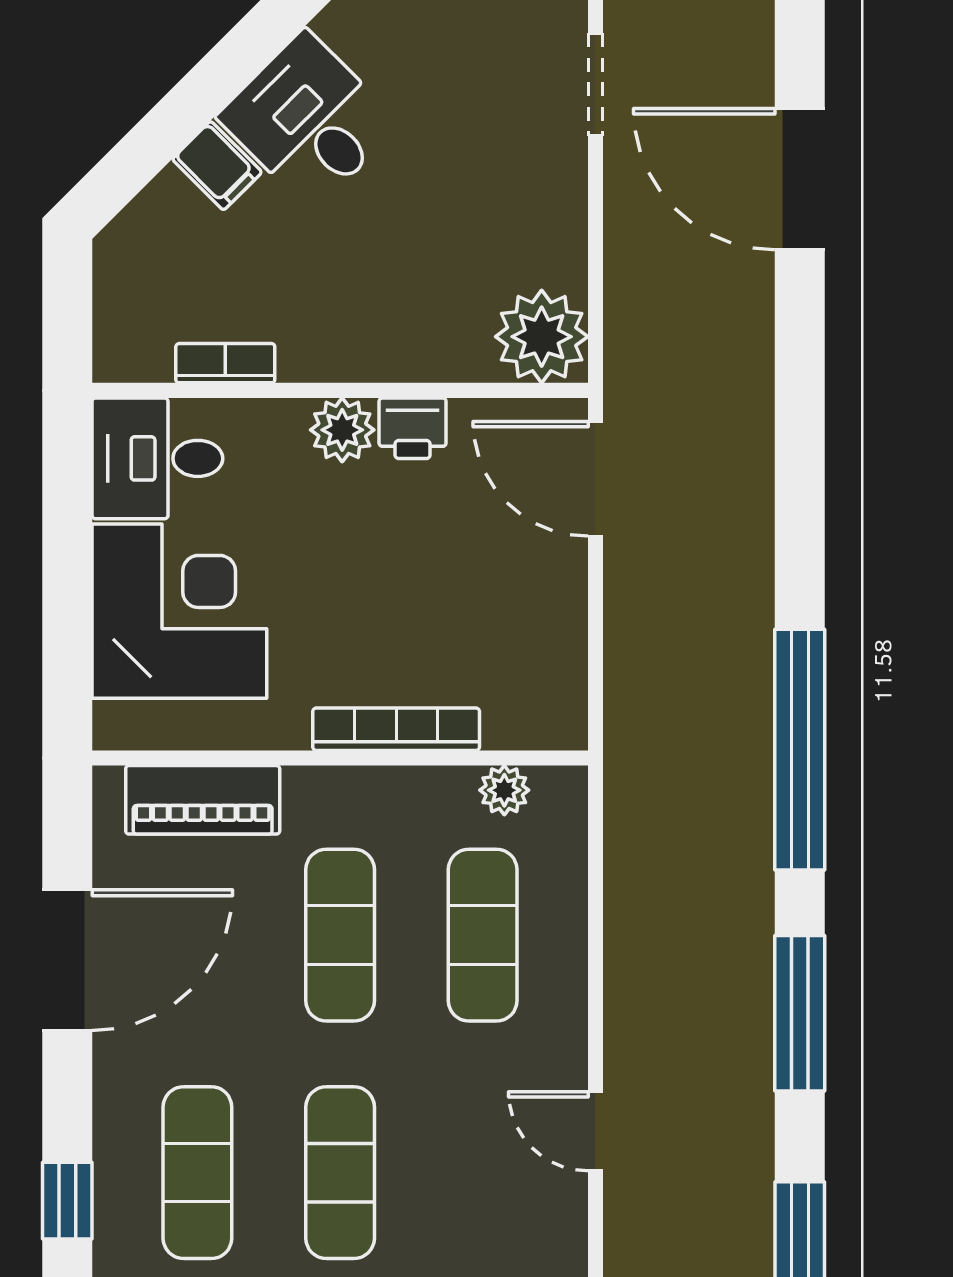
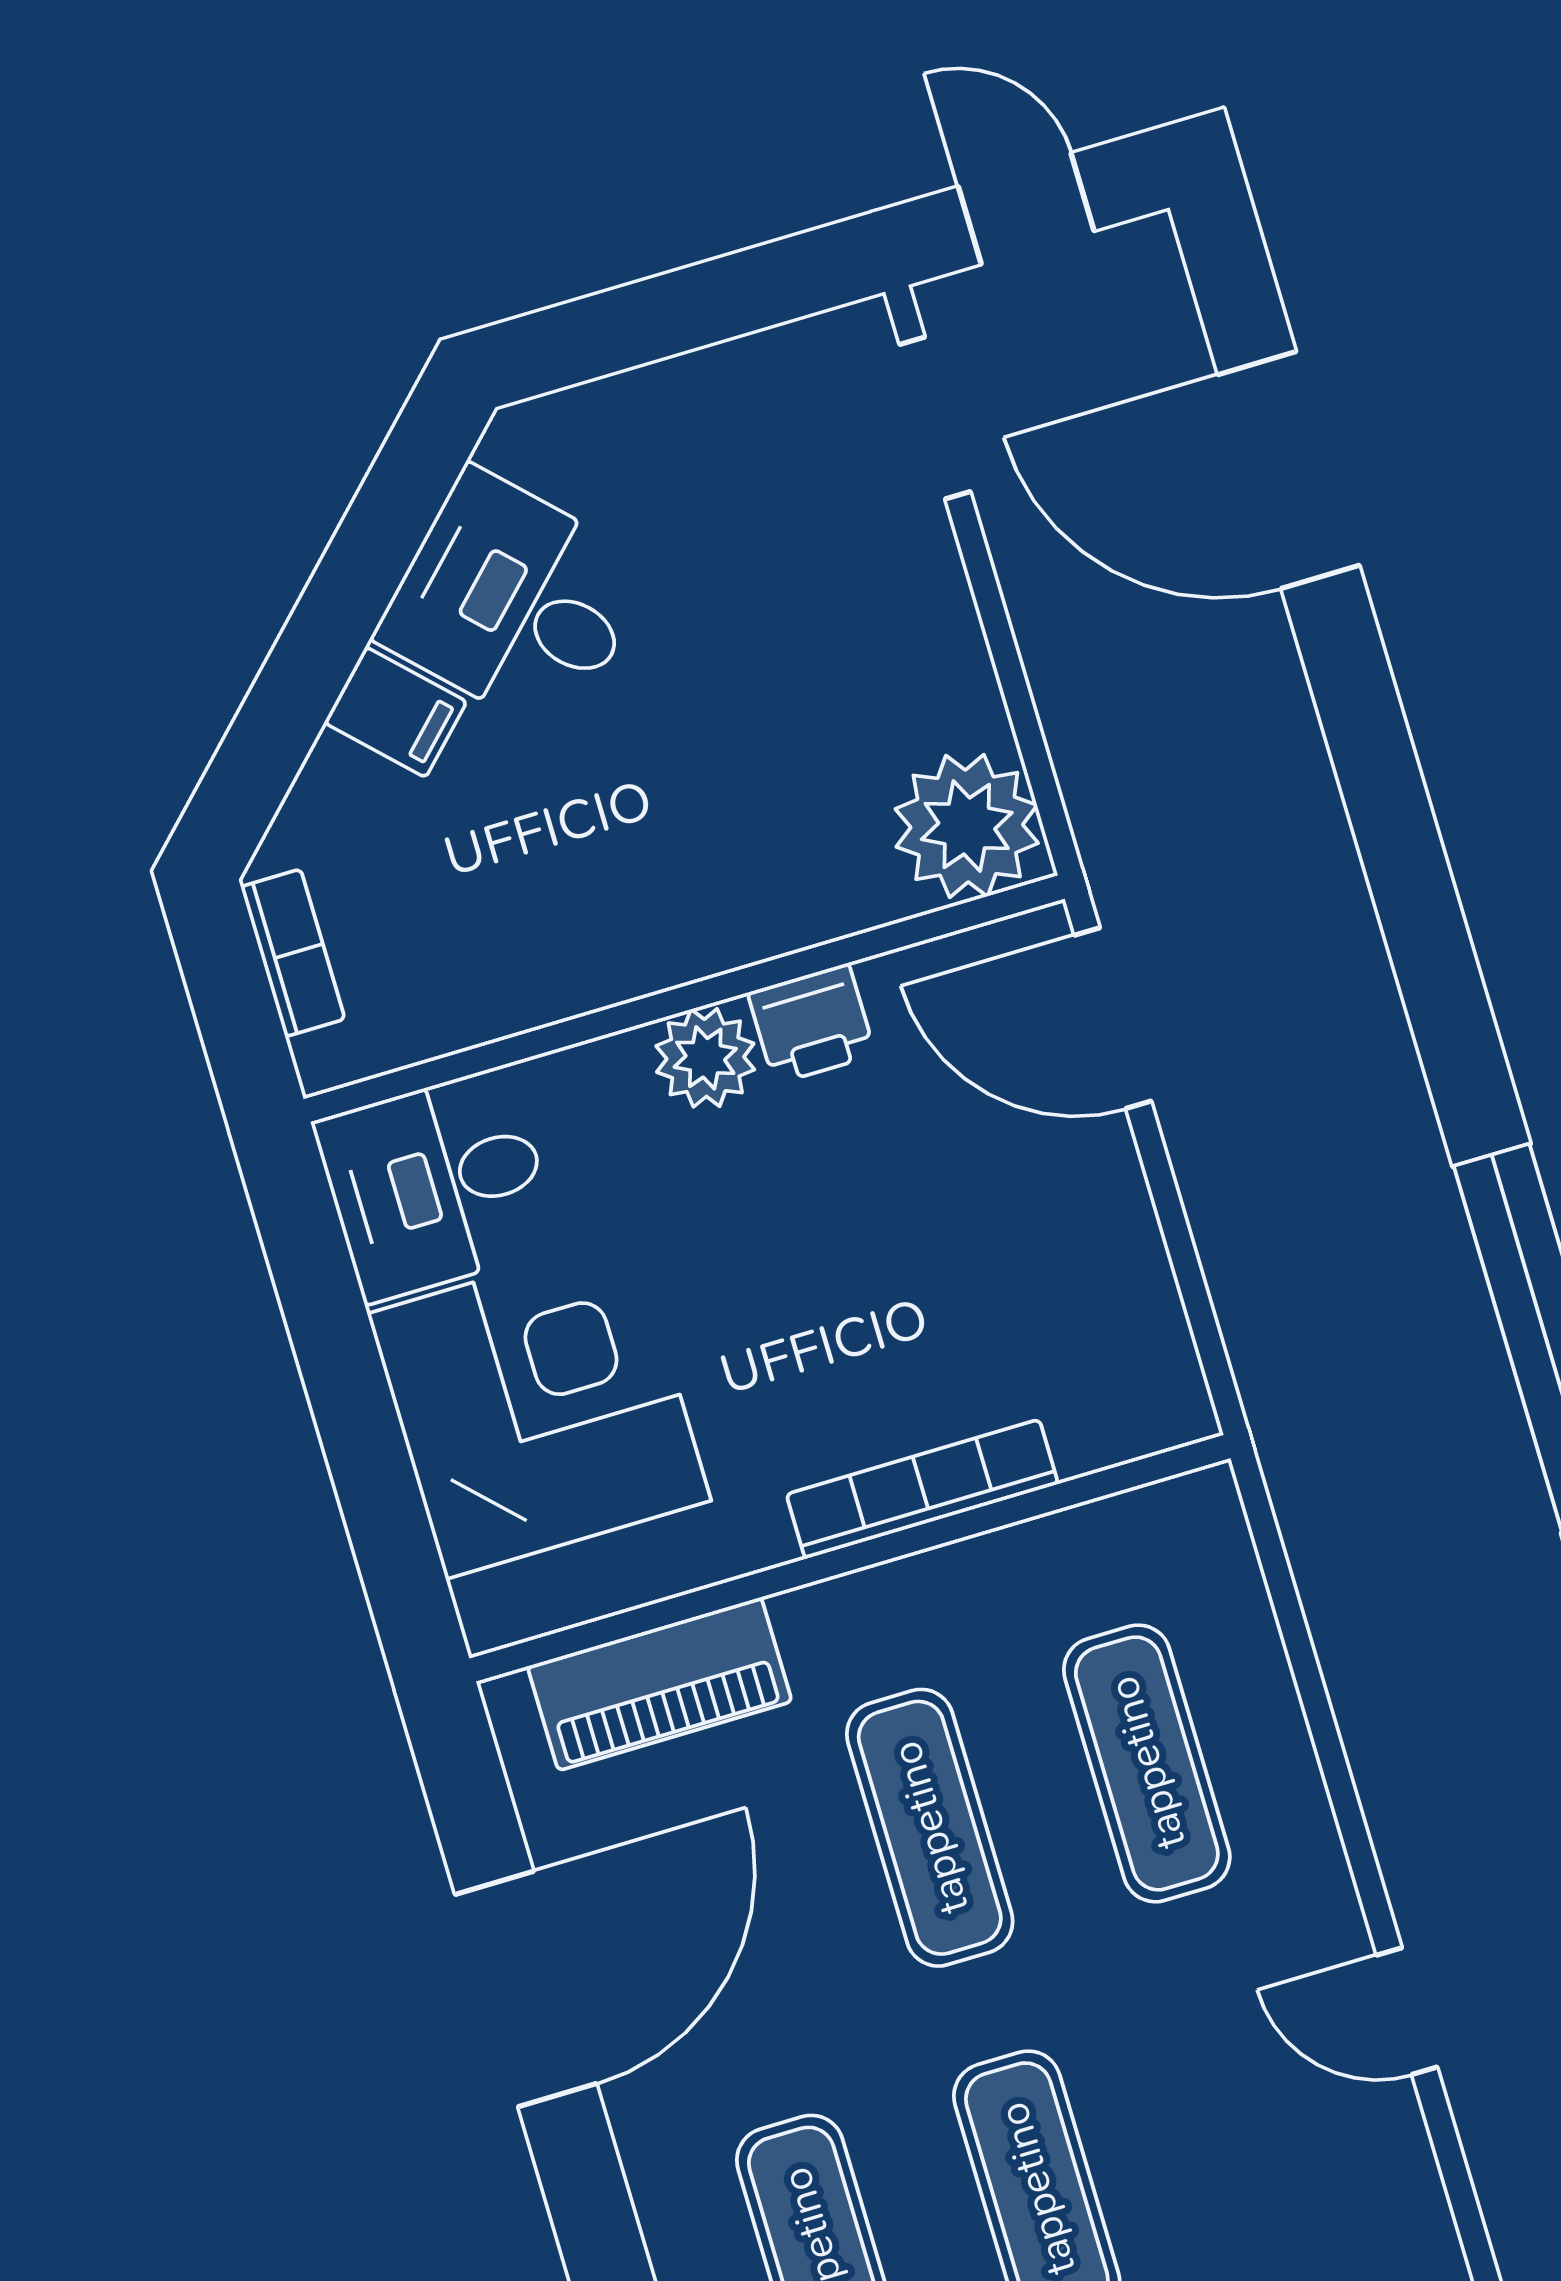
bookcase: (225, 363) -> (293, 953), moved, turned 90
plant: (504, 790) -> (1114, 1533), removed

